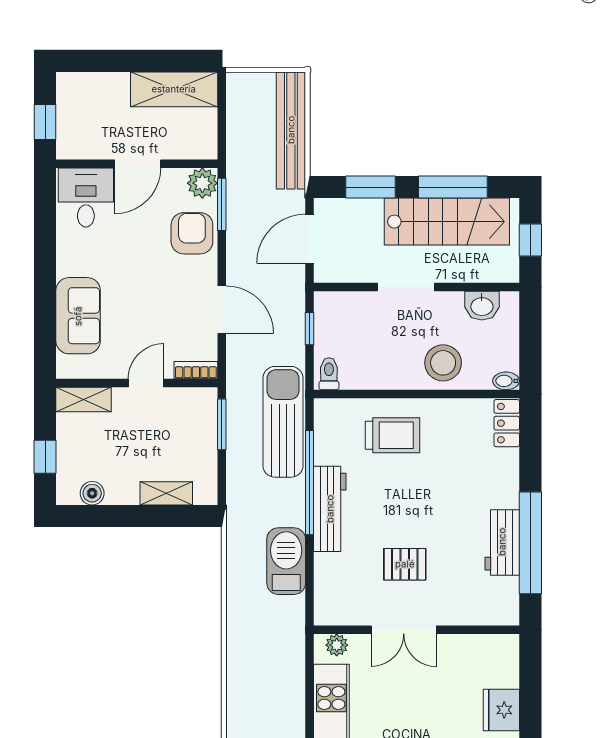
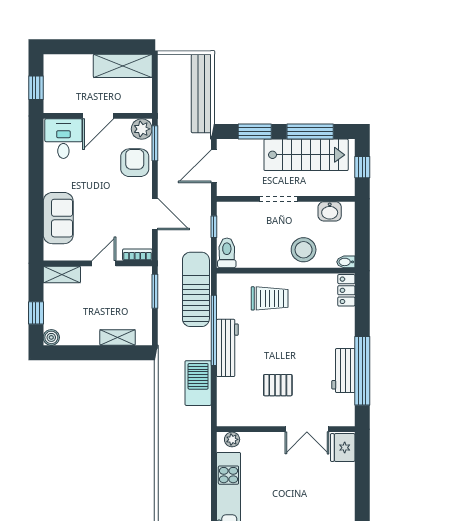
toilet: (329, 374) -> (227, 253), width x1.37, depth x1.39
boiler: (92, 493) -> (51, 337), moved
double door: (404, 630) -> (307, 429), moved
fridge: (501, 710) -> (343, 448), moved

